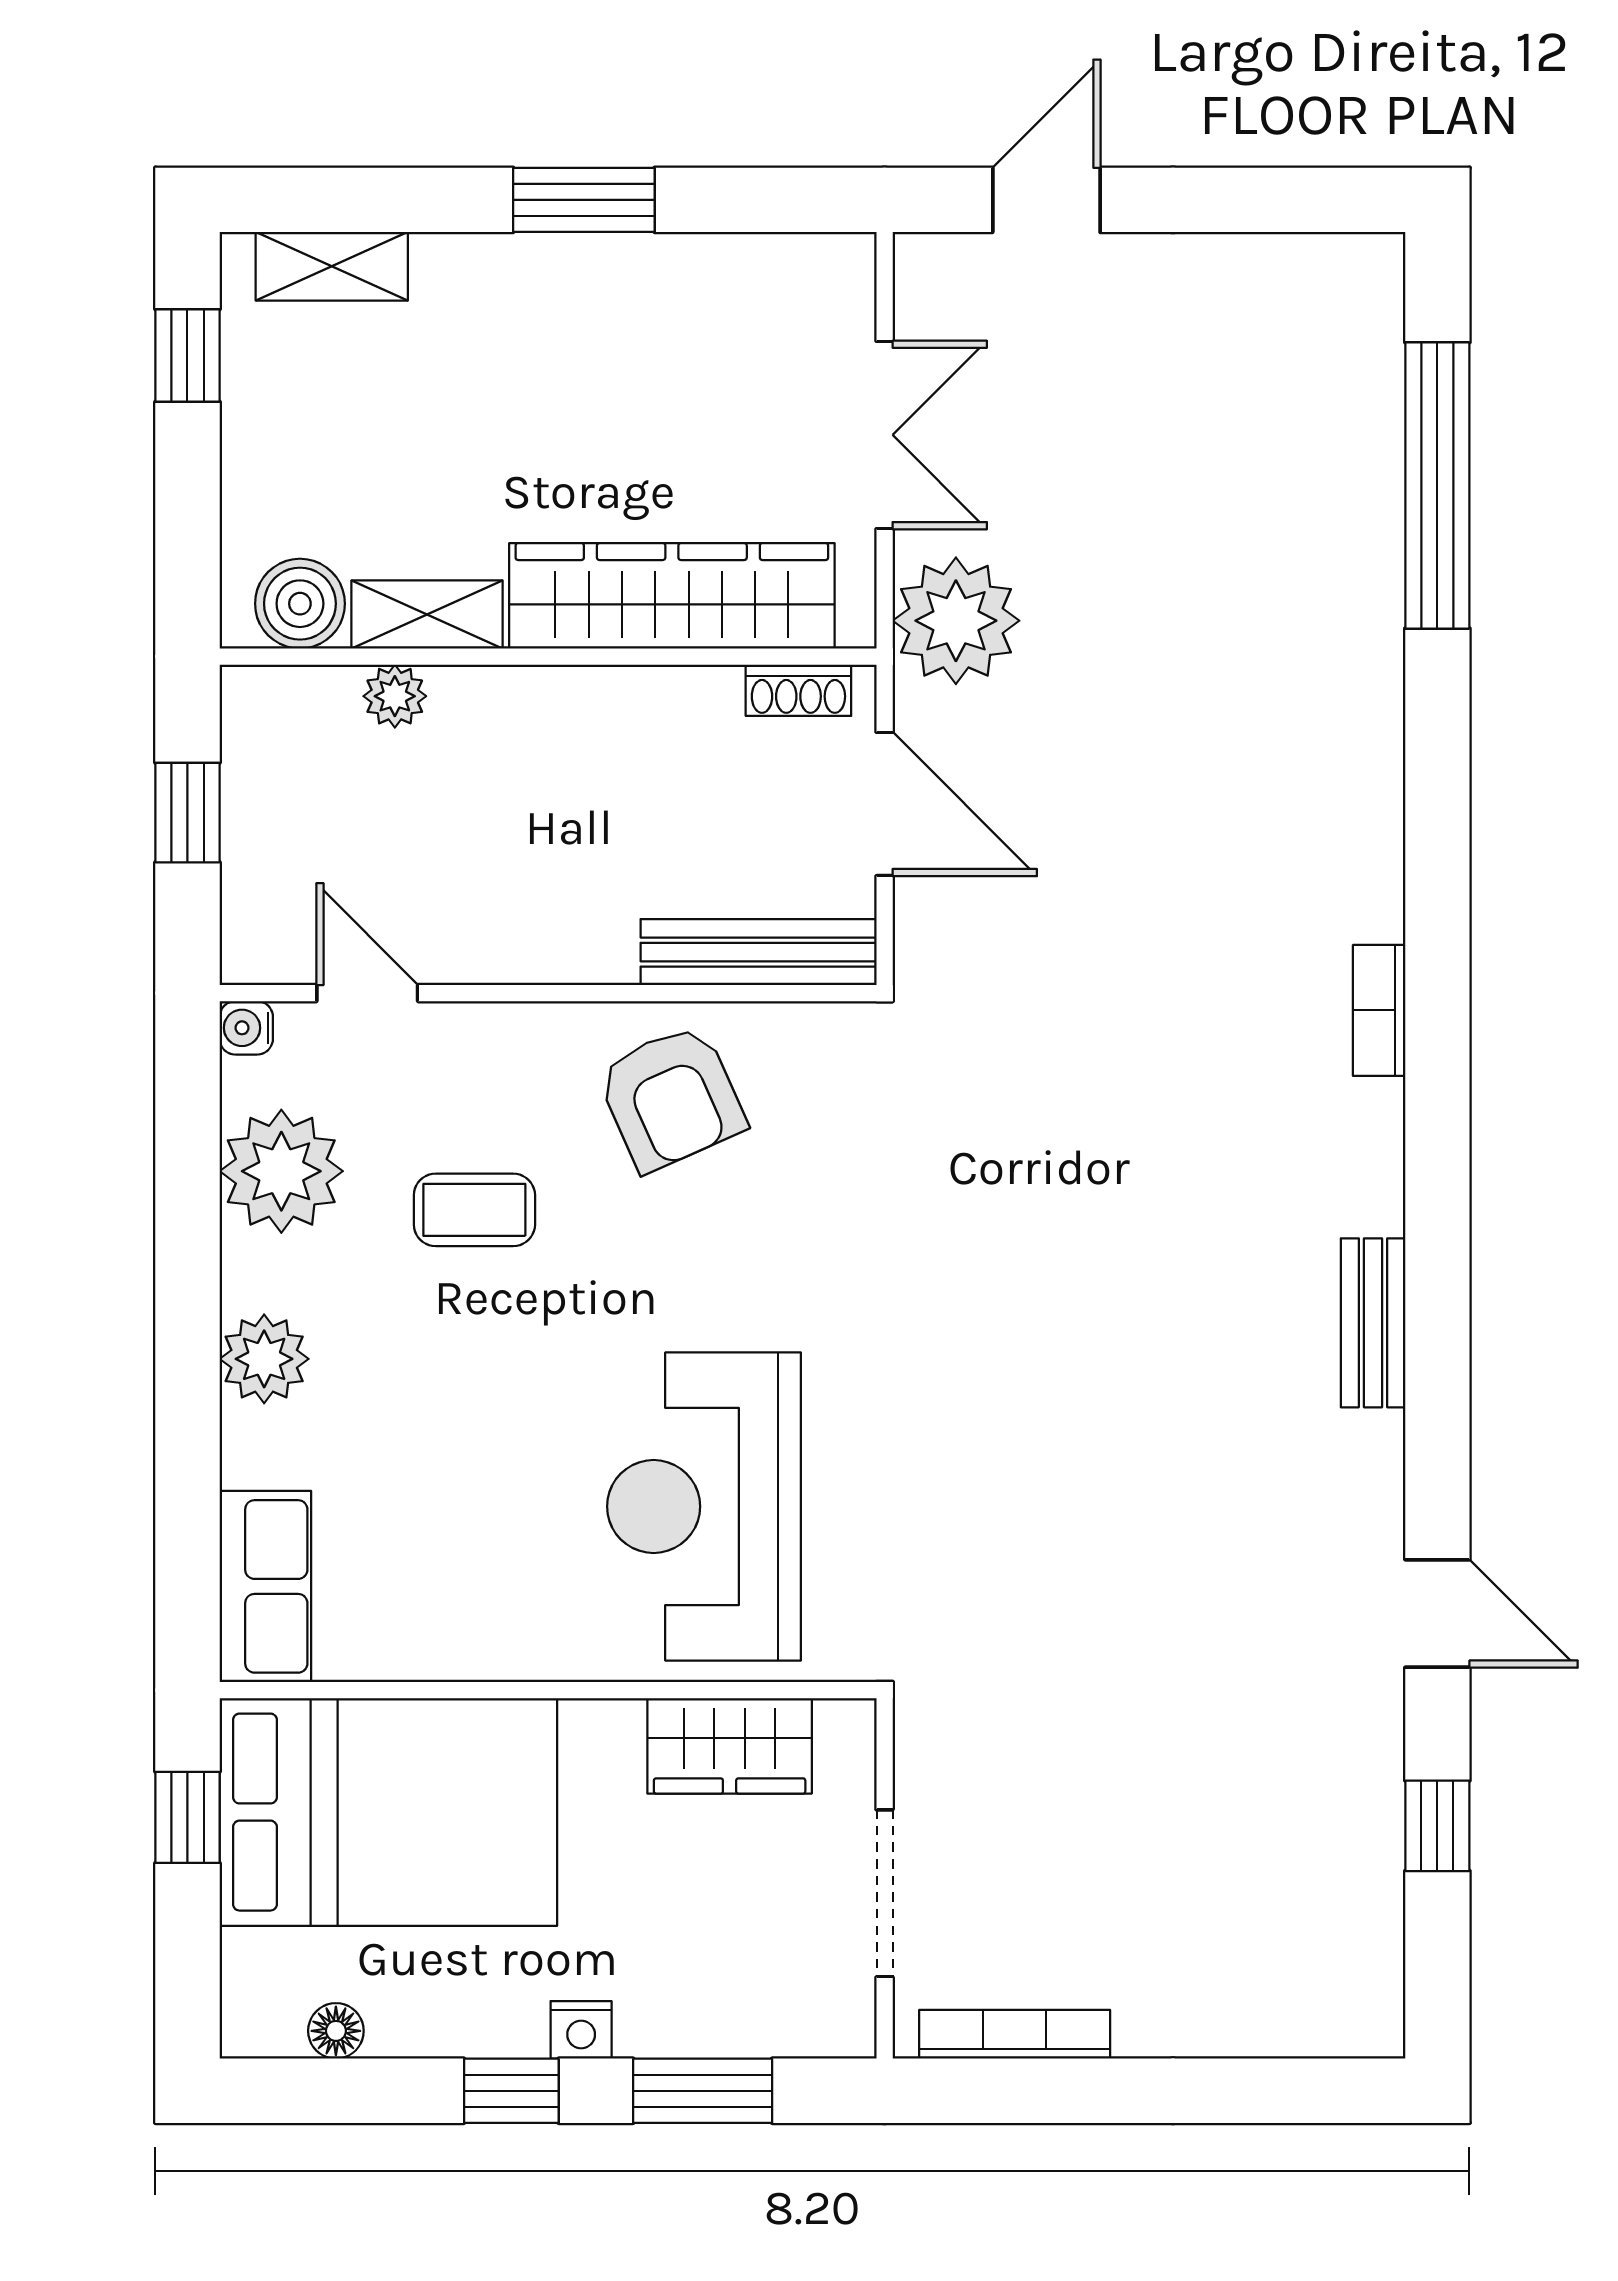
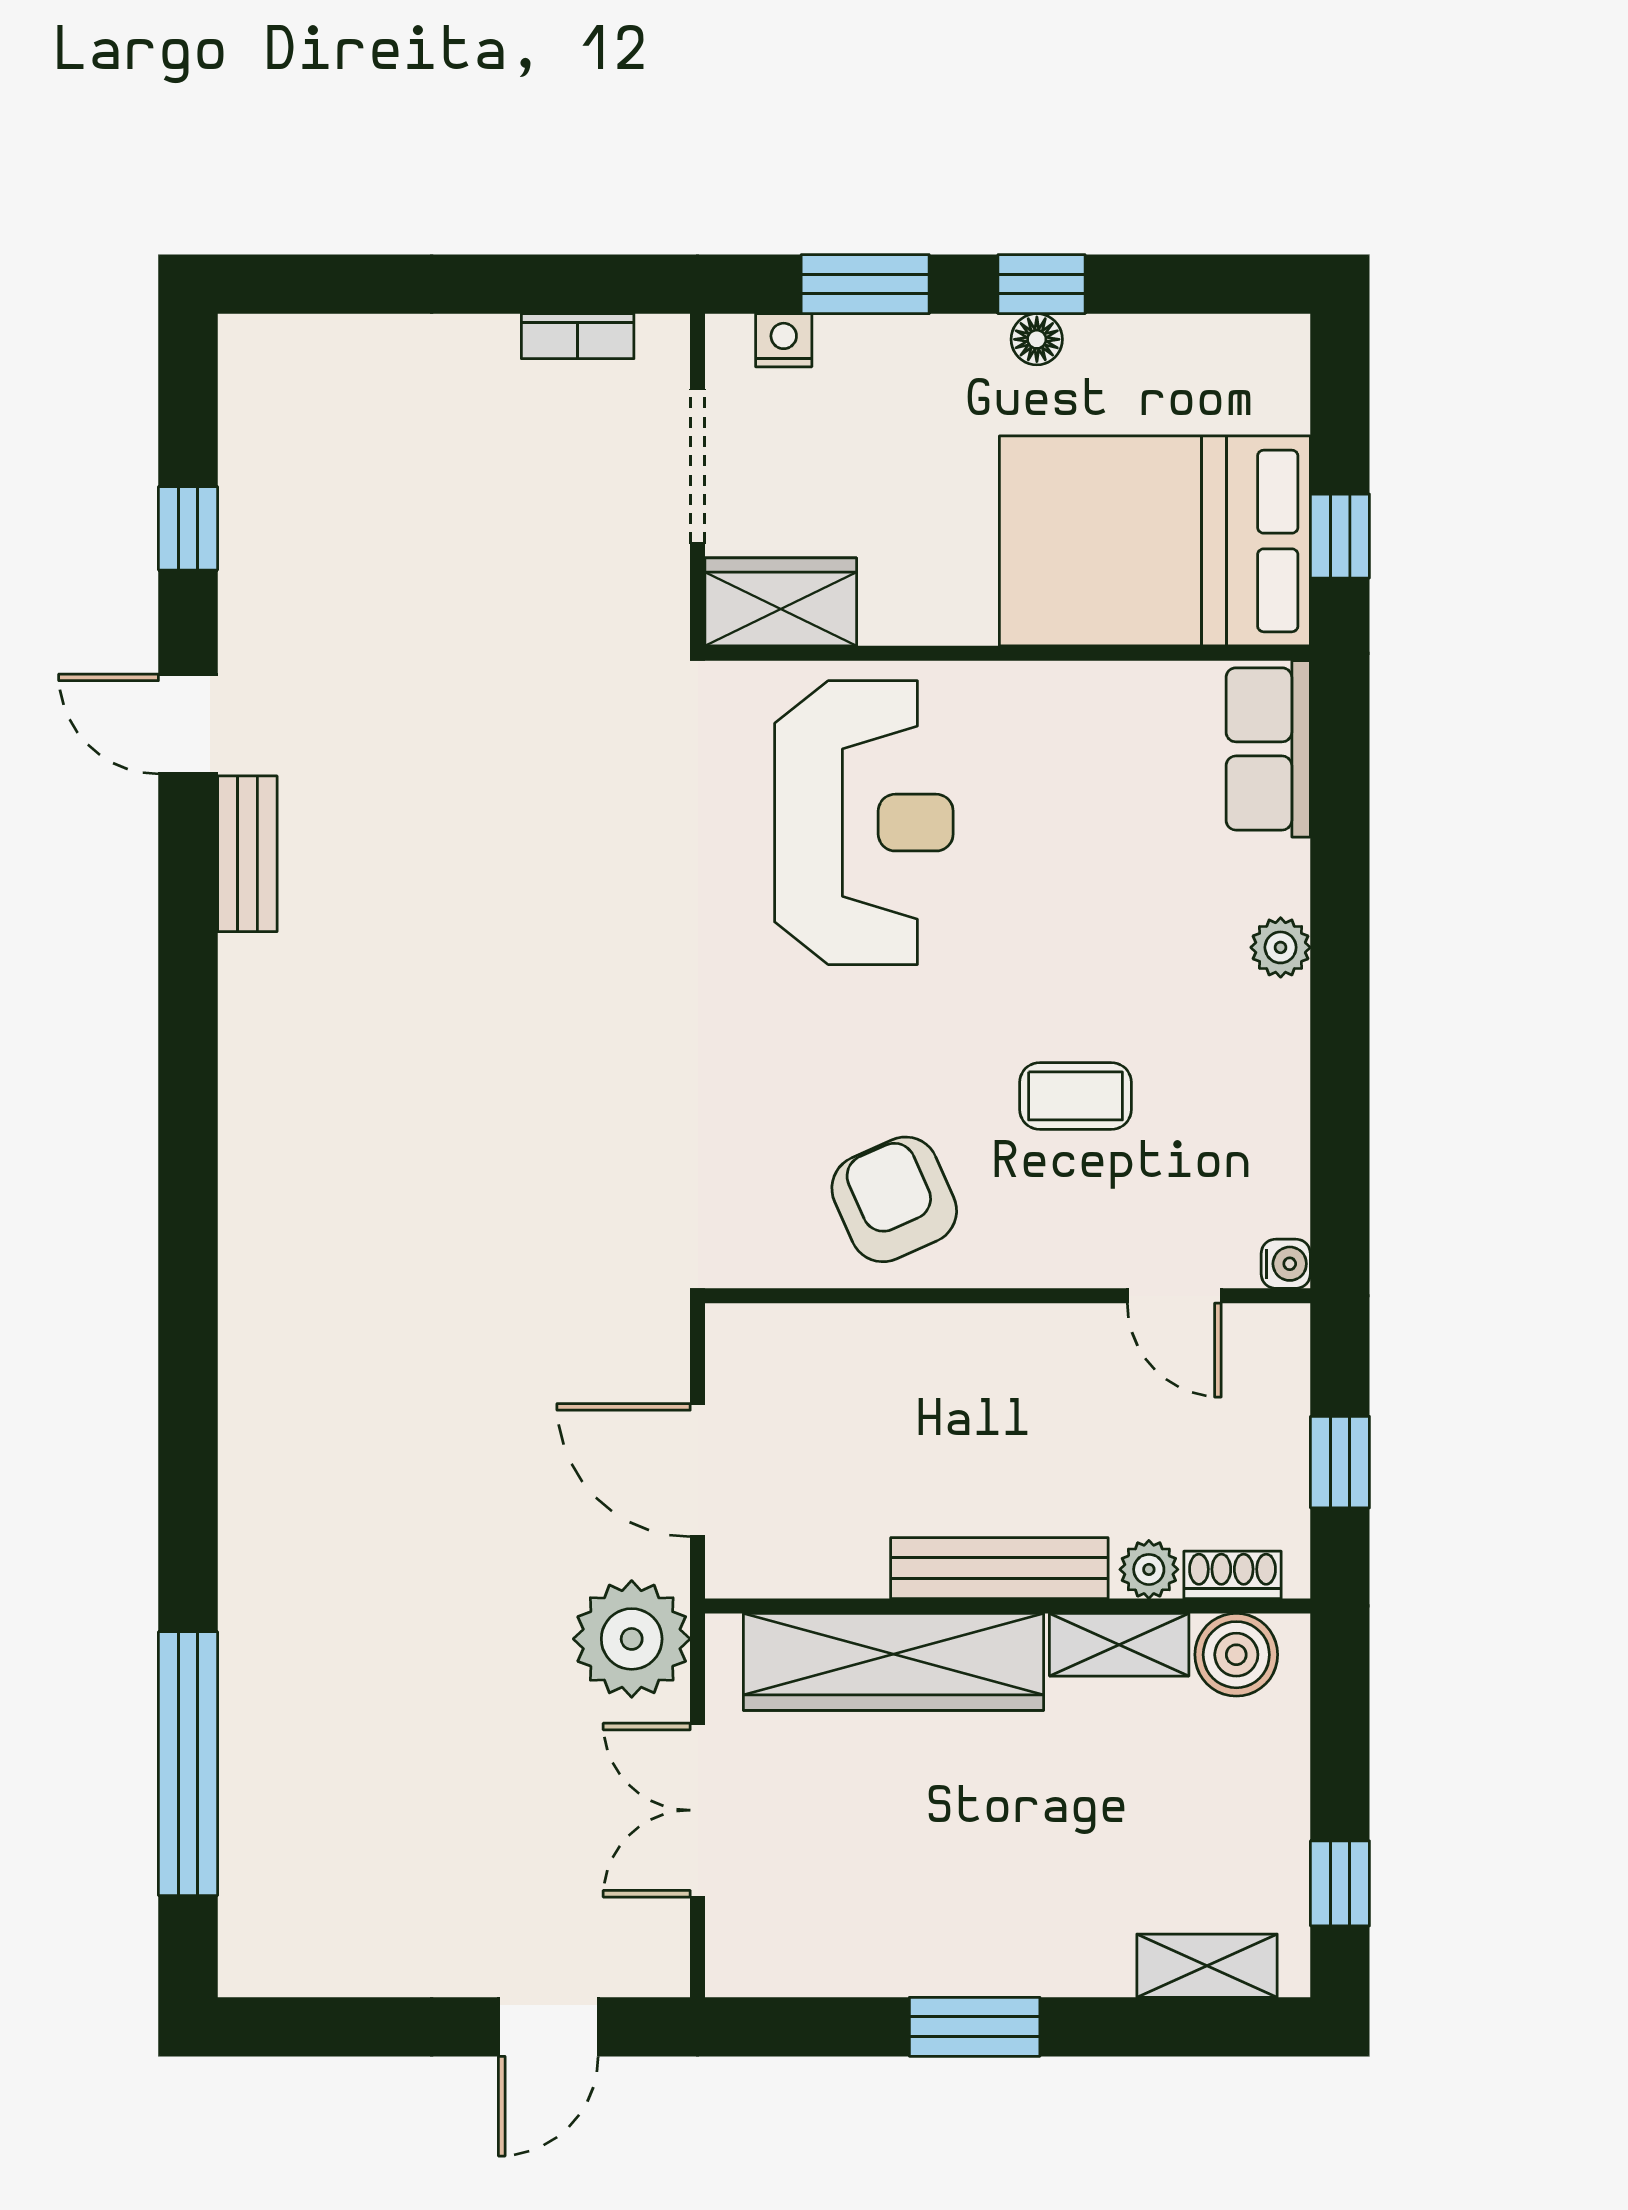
shoe rack: (798, 690) -> (1233, 1575), moved
bench: (759, 952) -> (999, 1568), moved
bookcase: (1379, 1010) -> (242, 1280), removed
plant: (281, 1171) -> (1254, 1132), removed
bench: (1373, 1323) -> (247, 854), moved
plant: (264, 1359) -> (1281, 947), width x0.73, depth x0.73
wardrobe: (730, 1746) -> (781, 602), moved
nightstand: (581, 2030) -> (784, 340), moved
floor lamp: (336, 2031) -> (1037, 339), moved
bookcase: (1015, 2034) -> (578, 336), width x0.64

